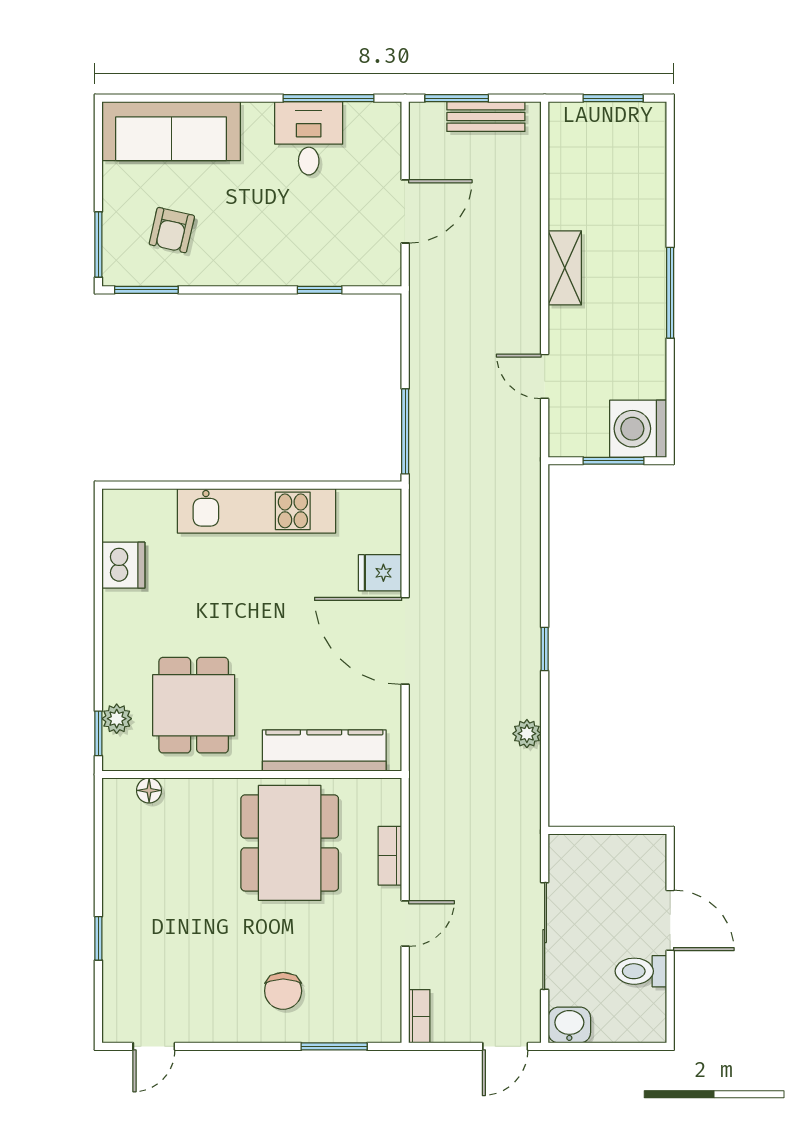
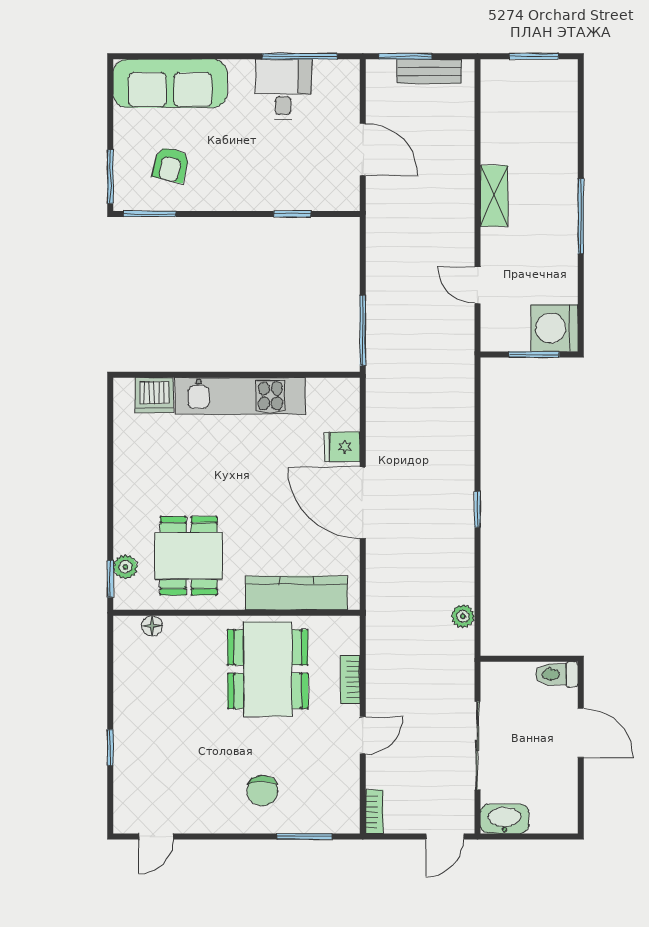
door: (405, 211) -> (363, 149), hinge flipped
dishwasher: (123, 565) -> (154, 395), moved, turned 90
plant: (527, 734) -> (463, 616), moved
toilet: (641, 971) -> (557, 674), moved
washbasin: (569, 1025) -> (505, 819), width x1.38

